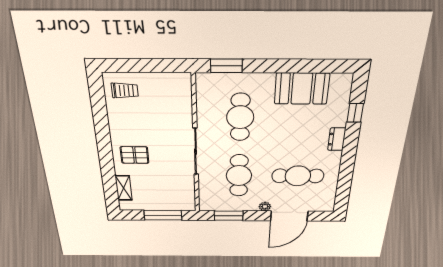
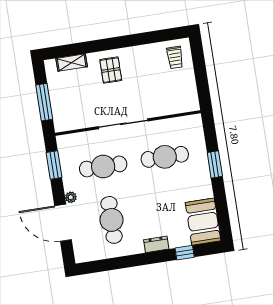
window: (226, 66) -> (215, 164), moved
booth: (302, 89) -> (203, 222), moved

